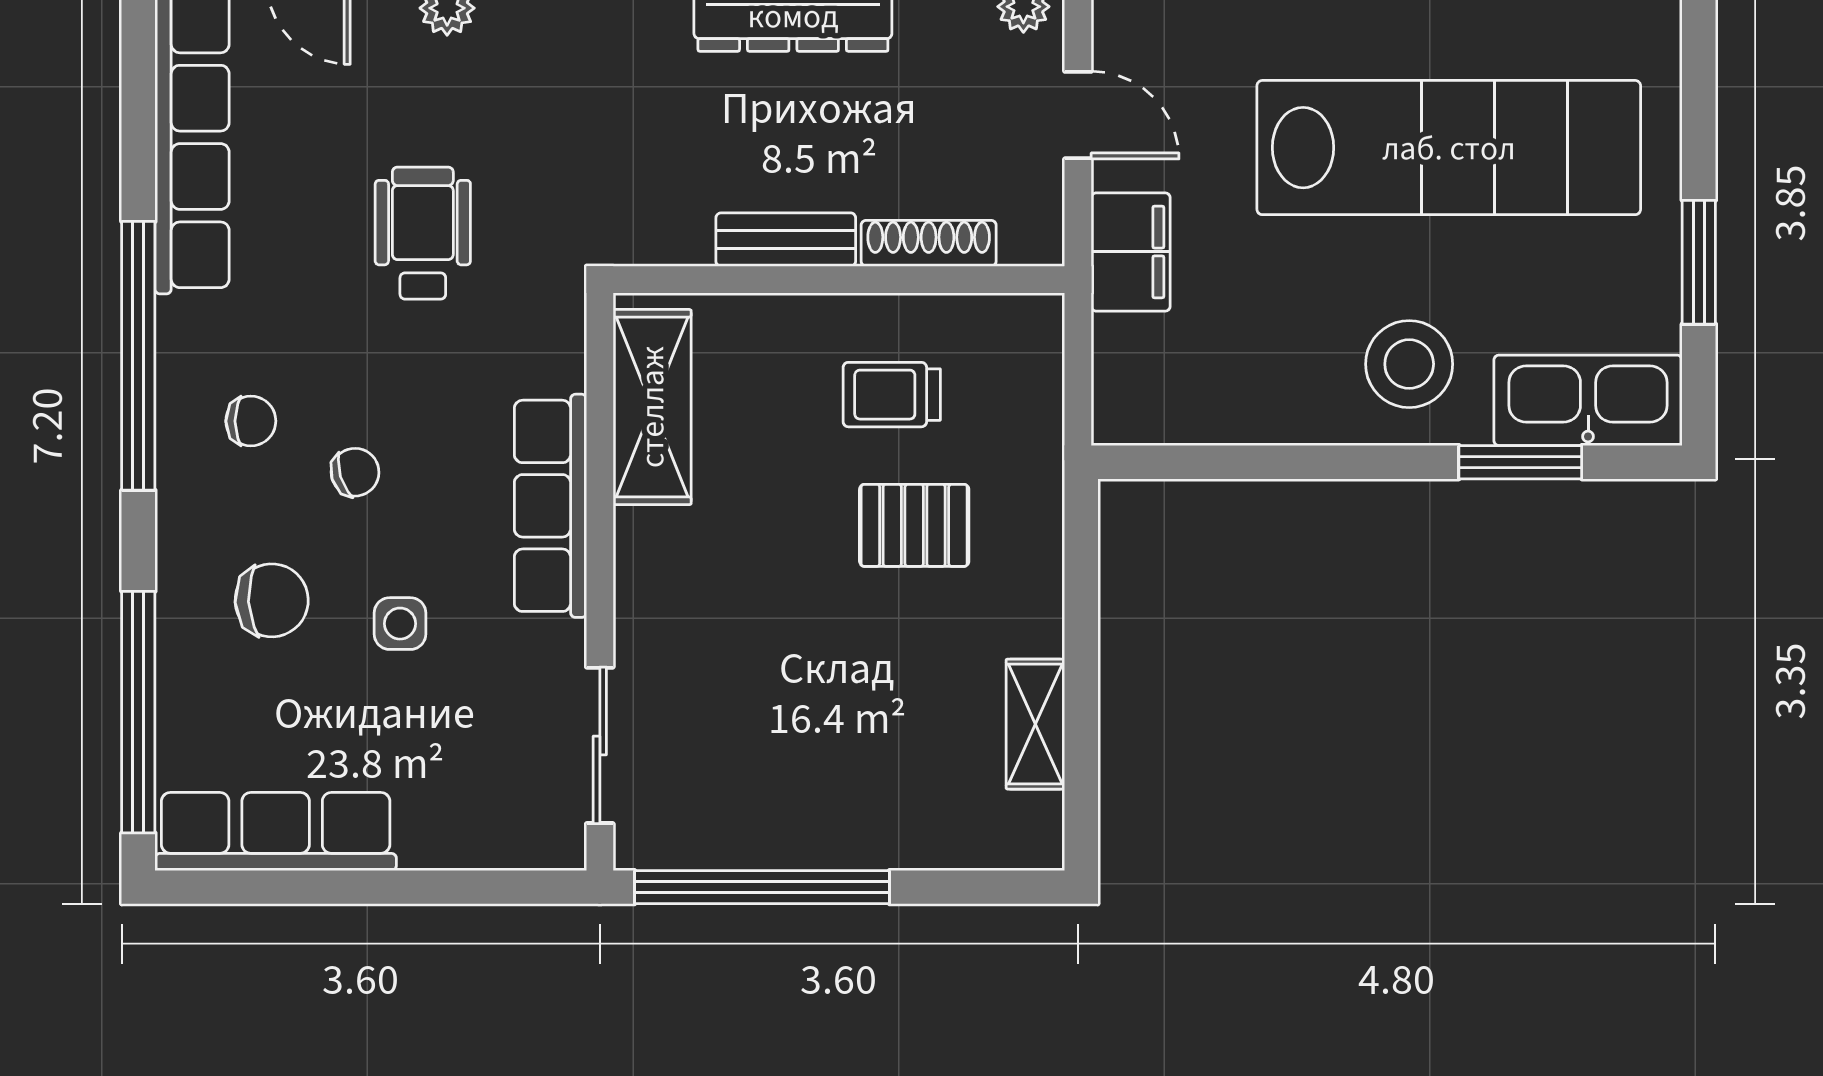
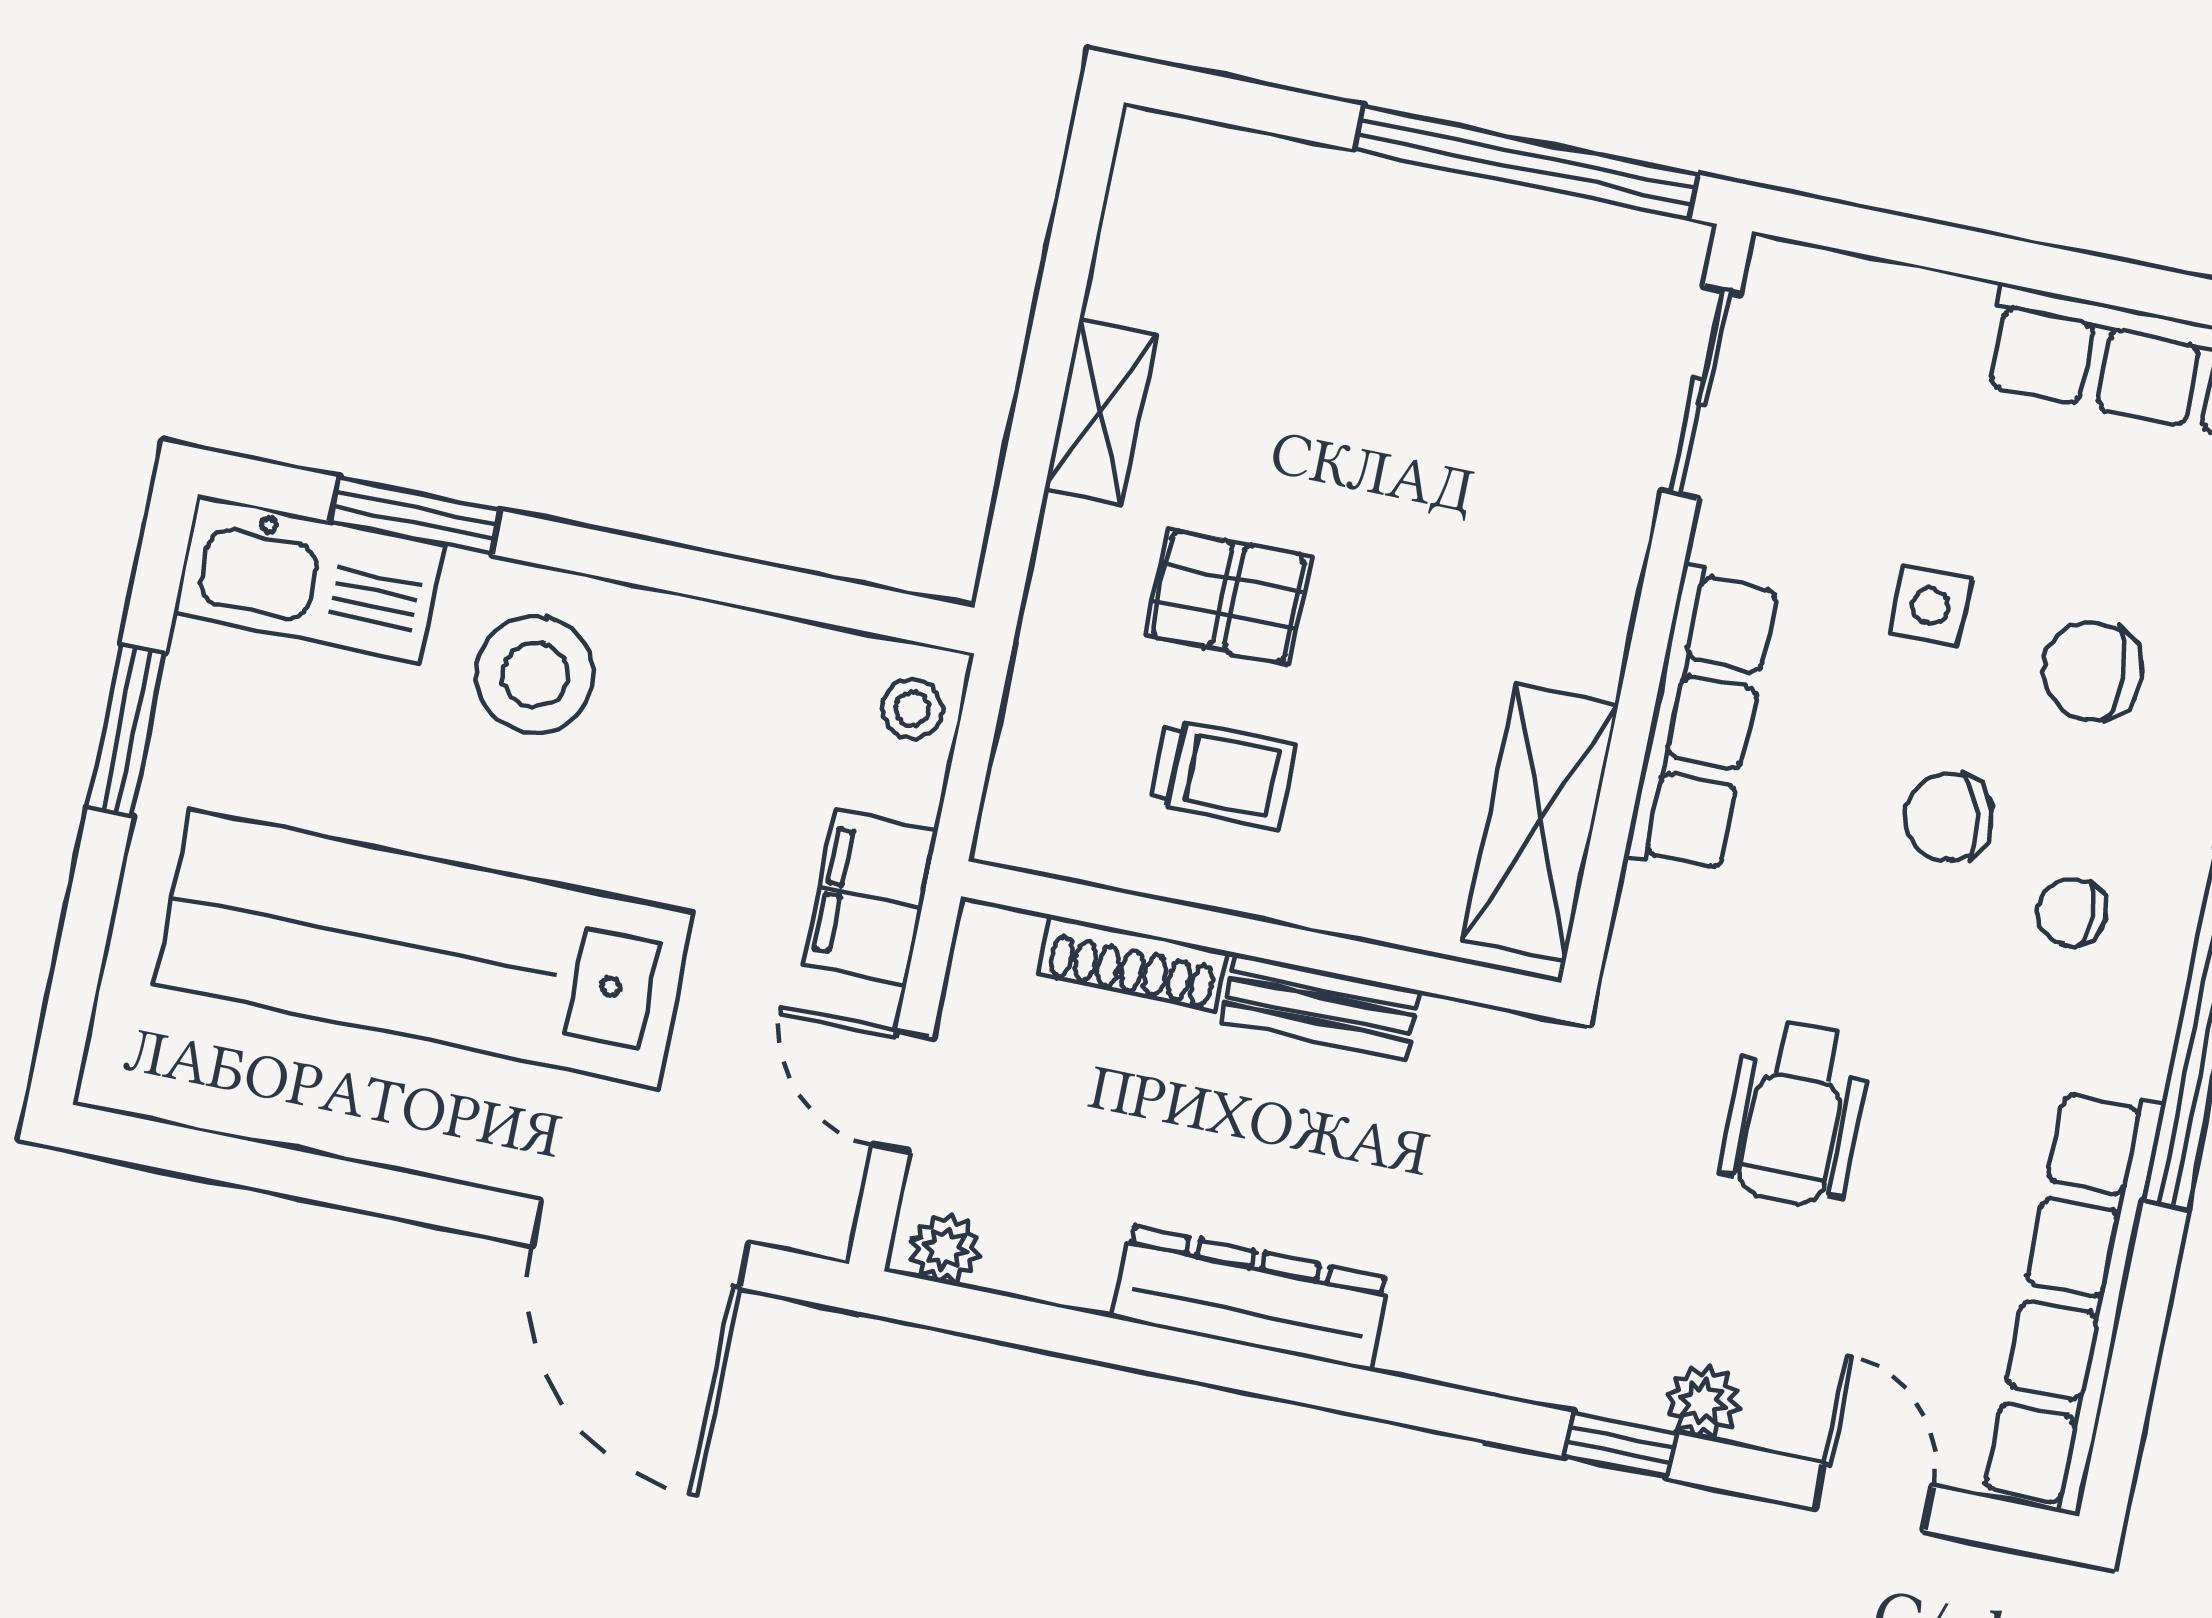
stool: (1128, 395) -> (912, 709), added
chair: (355, 472) -> (1949, 817), width x1.37, depth x1.37
shelving: (1035, 724) -> (1100, 412), moved

